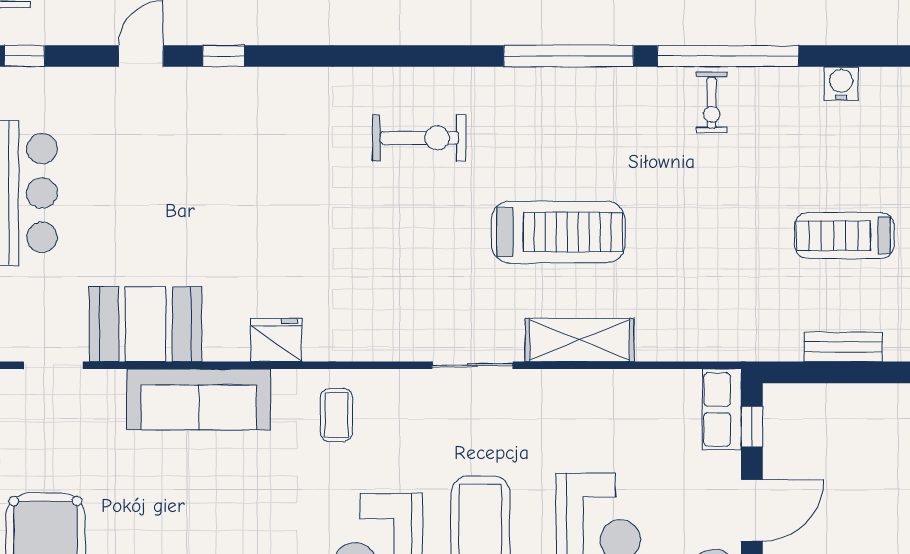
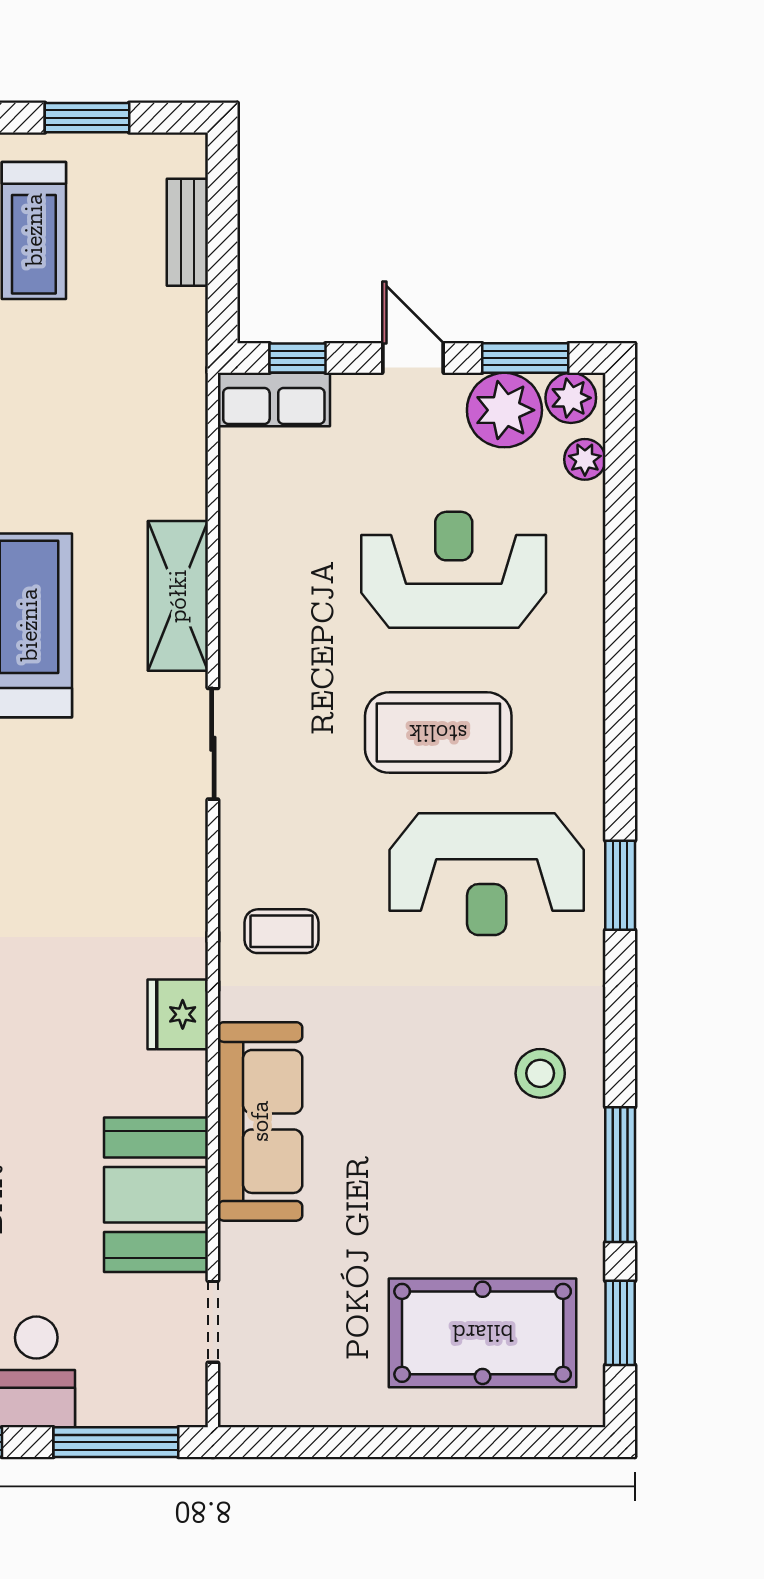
door: (752, 510) -> (413, 358), width x0.73

